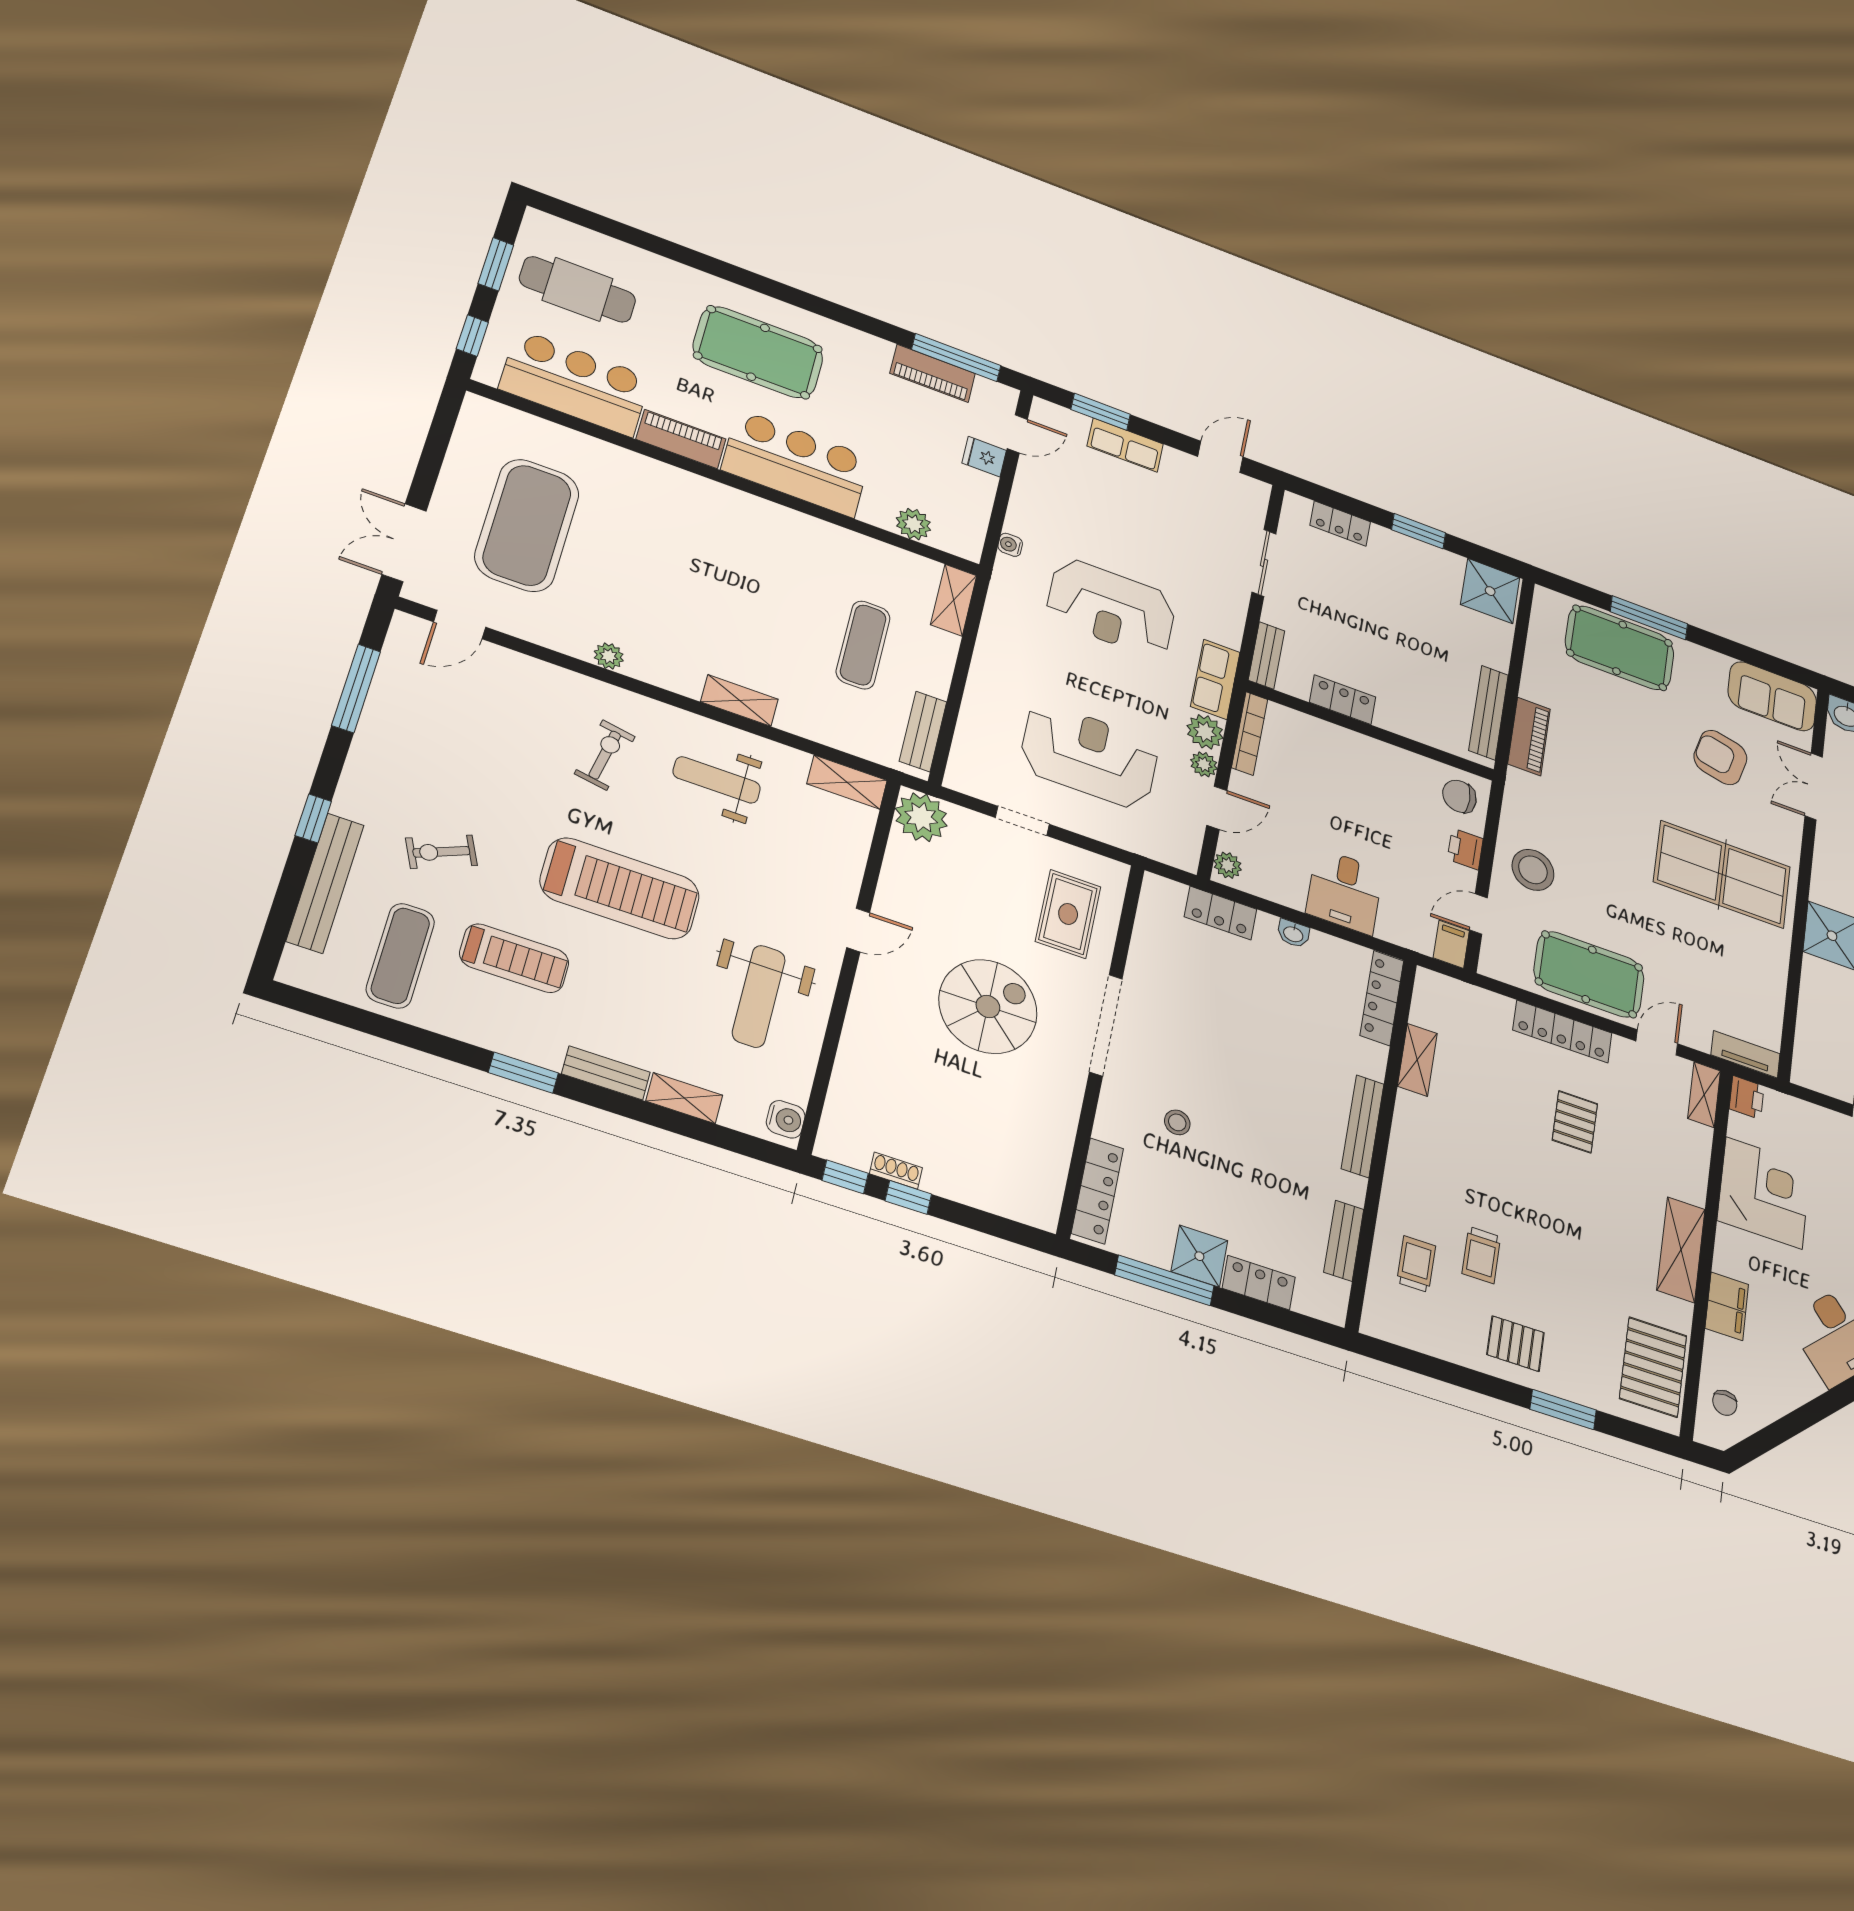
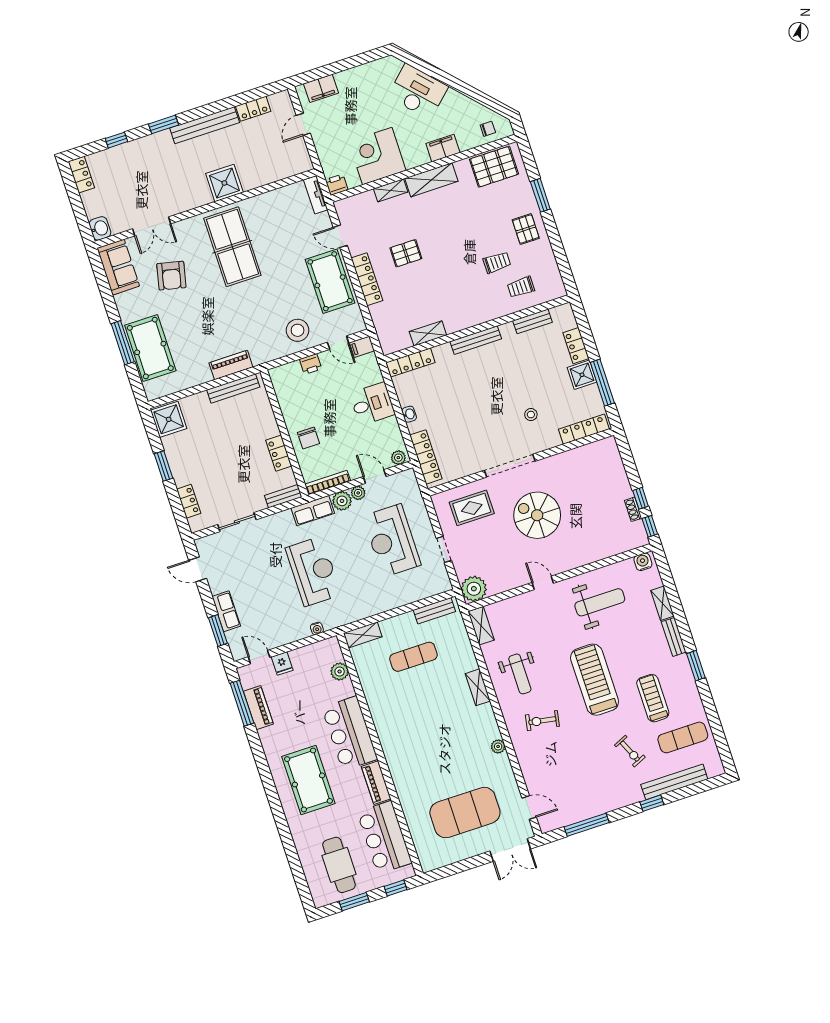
chair: (1459, 796) -> (308, 438), moved
locker: (1221, 913) -> (426, 457), width x1.53
shelving: (1704, 1095) -> (391, 190), moved

